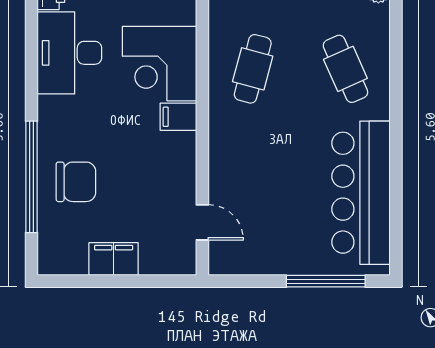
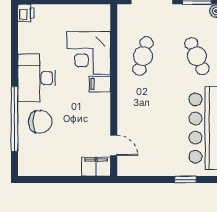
desk: (69, 53) -> (37, 78), moved
filing cabinet: (114, 259) -> (96, 167), moved
window: (326, 281) -> (185, 179), width x0.46

